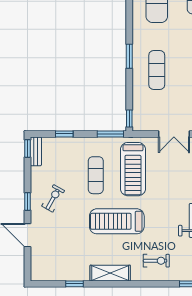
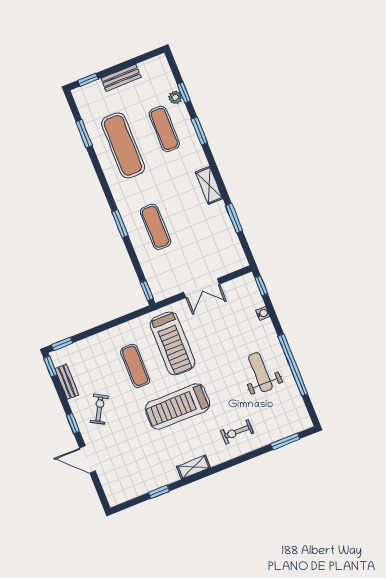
window: (64, 134) -> (62, 344), moved
window: (110, 134) -> (133, 315), removed
bench: (36, 151) -> (67, 382), moved
exercise bike: (156, 261) -> (237, 432), turned 180
shelving: (110, 273) -> (194, 467), width x0.67, depth x0.75

